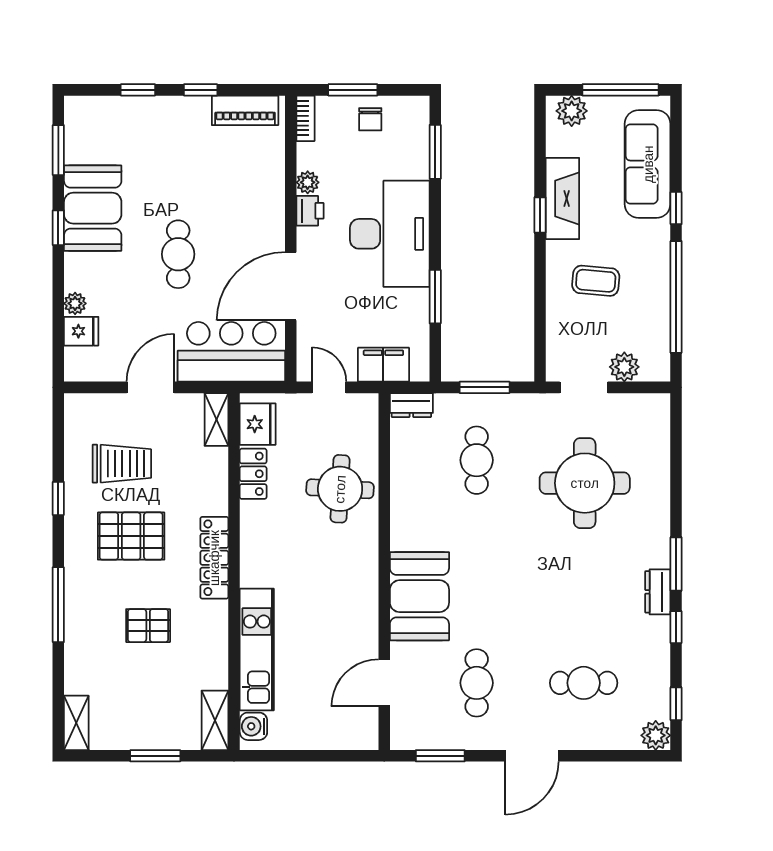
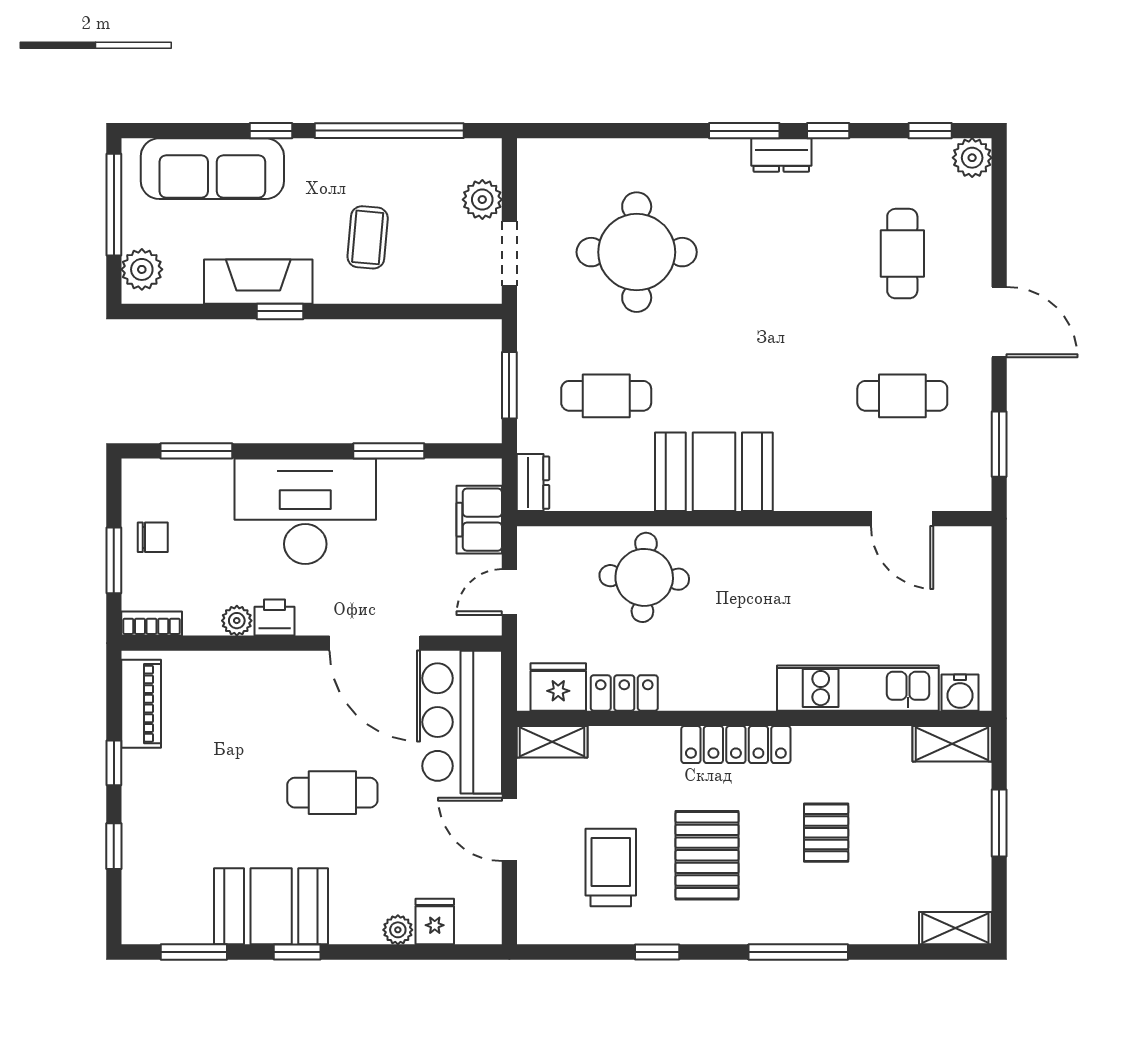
booth: (419, 596) -> (714, 472), moved

